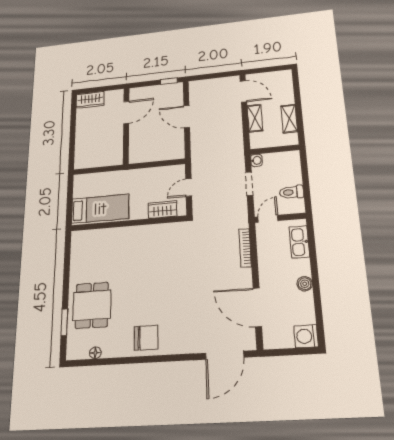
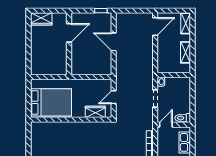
door: (243, 91) -> (155, 27), hinge flipped
shelving: (255, 118) -> (186, 23), moved
toilet: (292, 192) -> (183, 118), moved
bed: (100, 209) -> (51, 102), width x1.50

